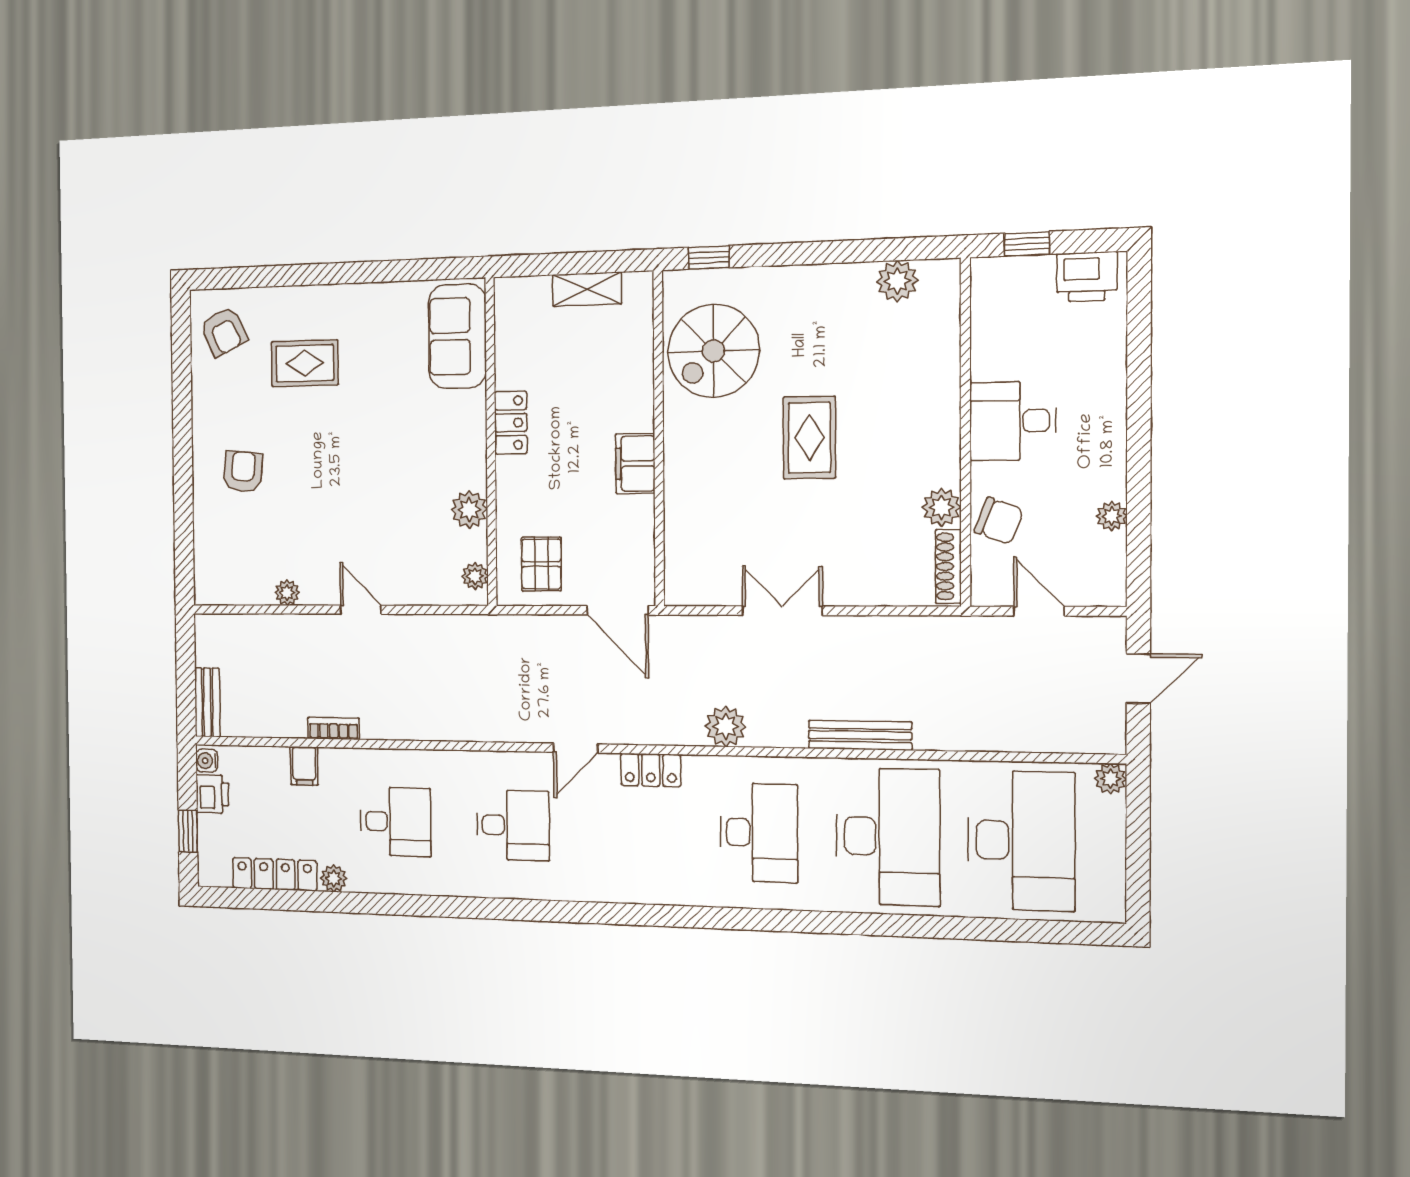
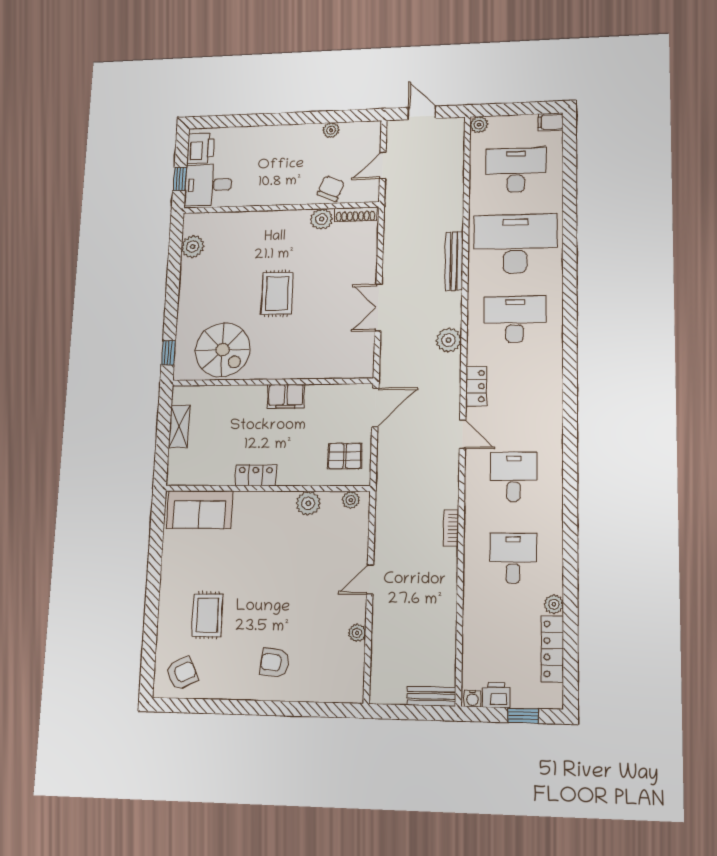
desk: (1013, 421) -> (208, 185), moved, turned 90
rug: (809, 438) -> (277, 293), turned 90
bookcase: (334, 728) -> (451, 528), moved
filing cabinet: (304, 766) -> (551, 122), moved, turned 180
desk: (1021, 841) -> (516, 170), width x0.73, depth x0.77

